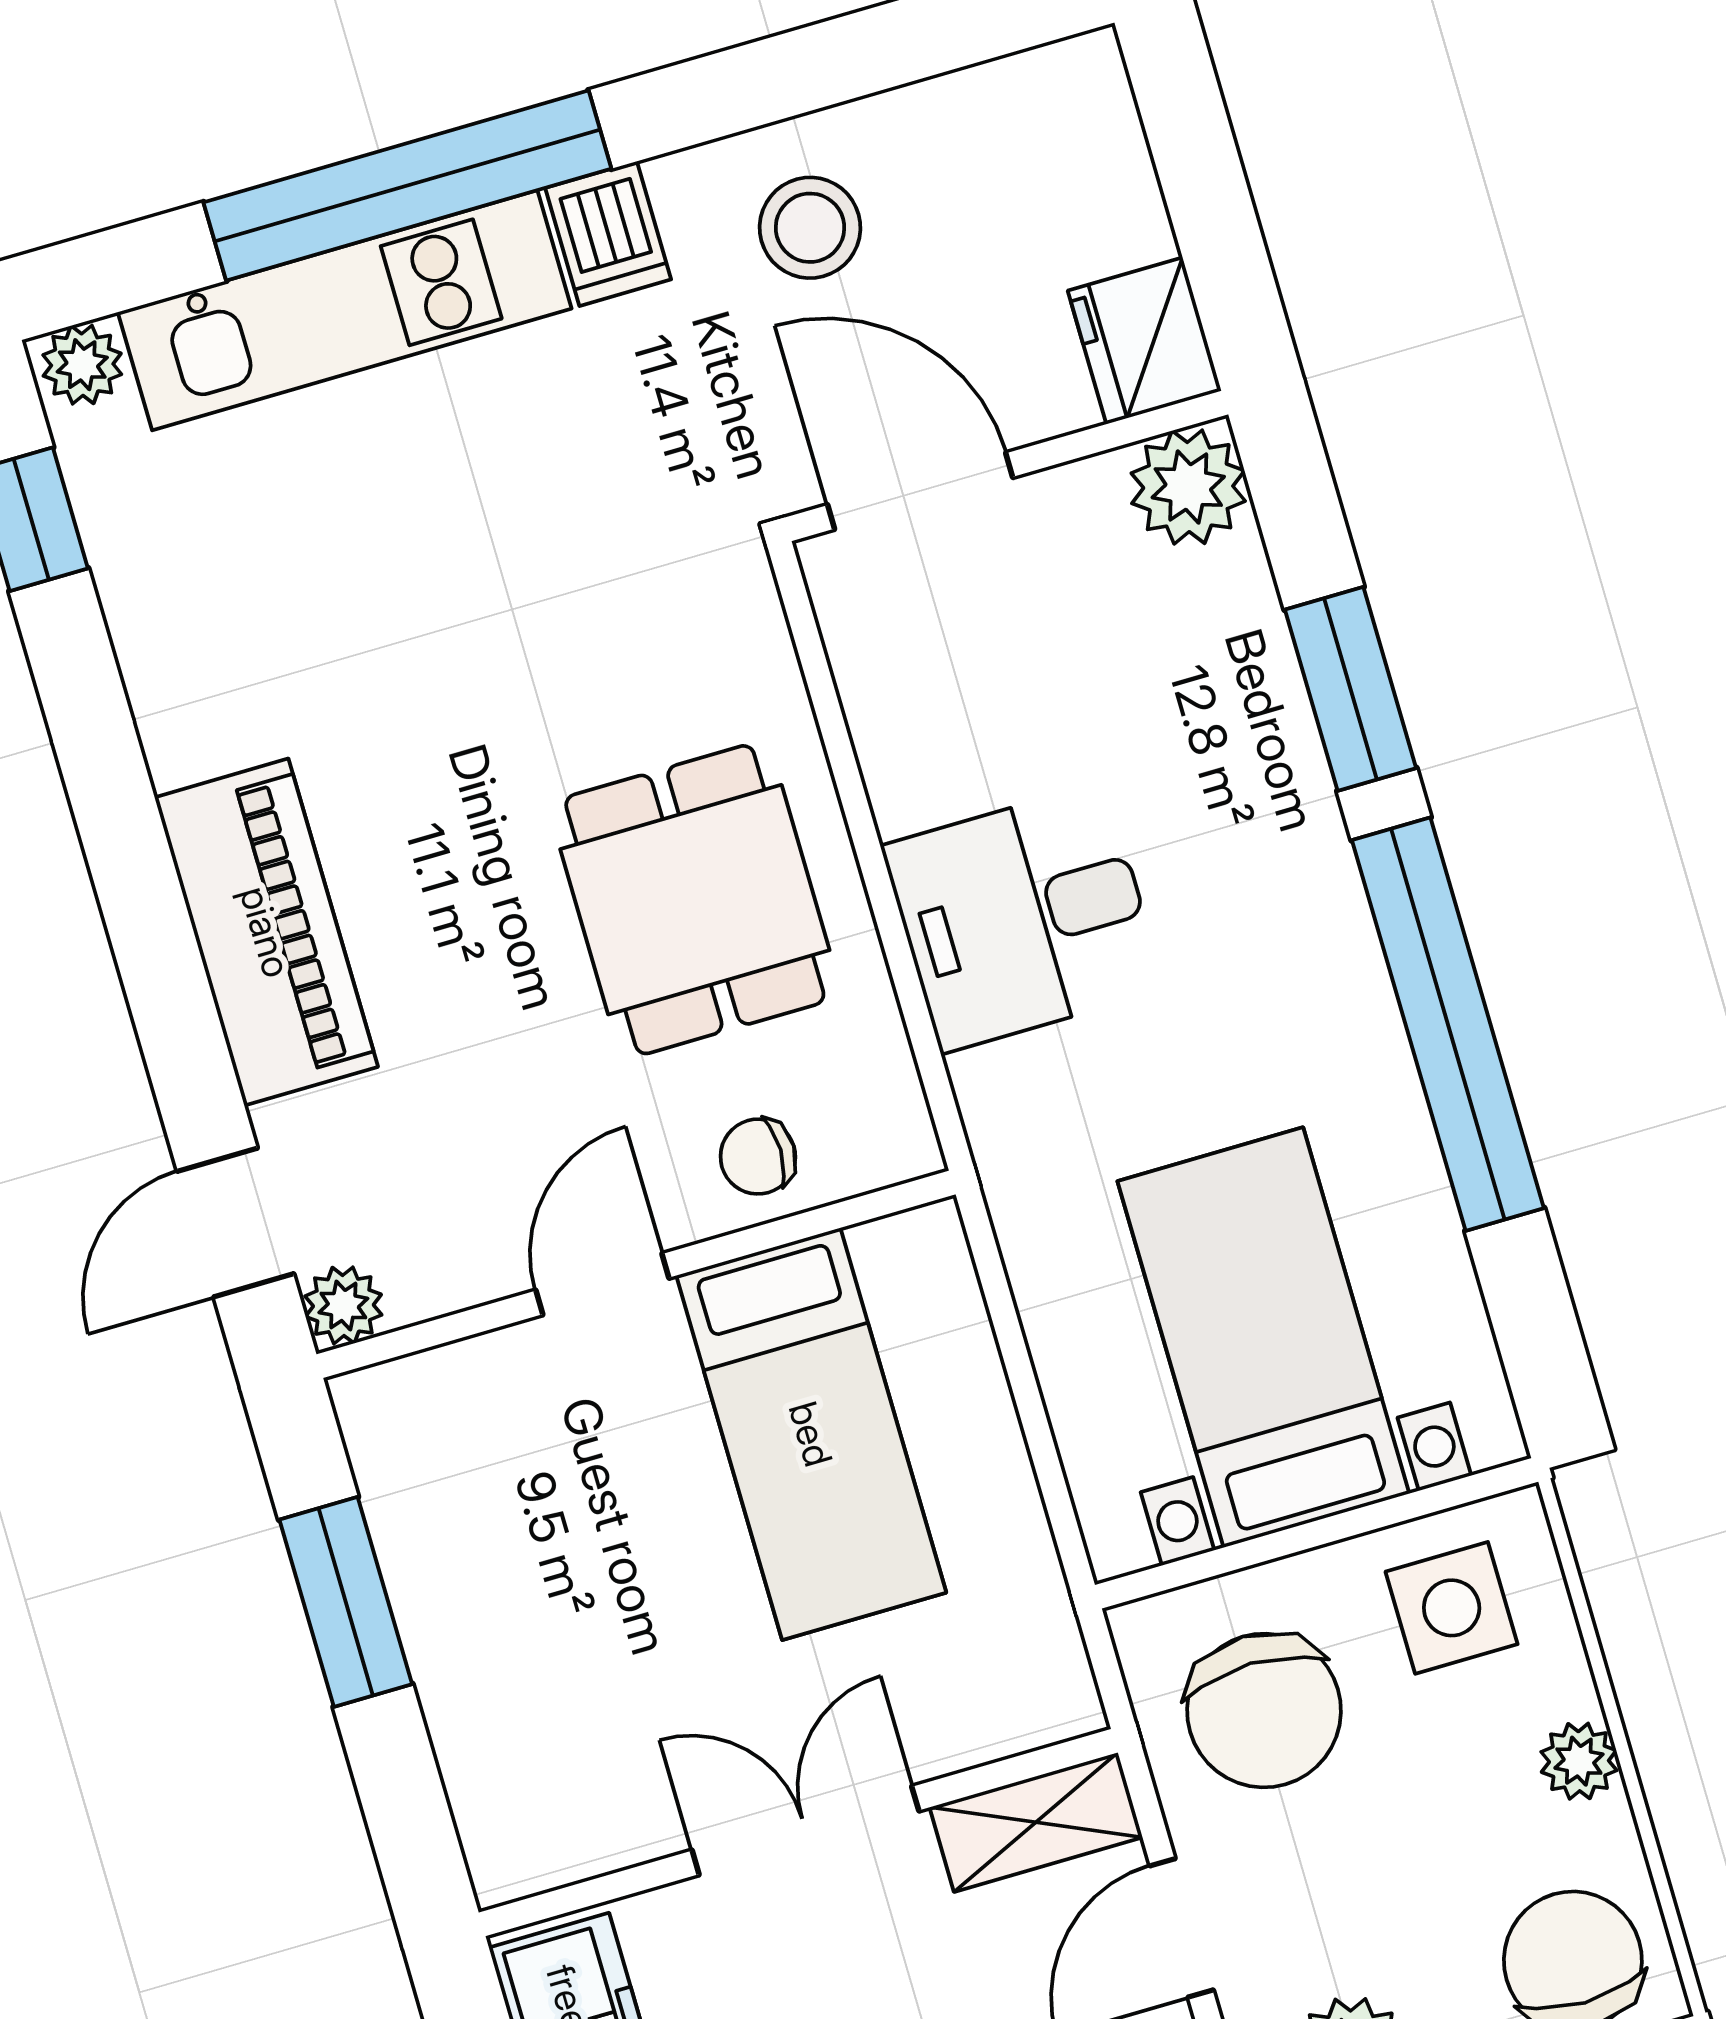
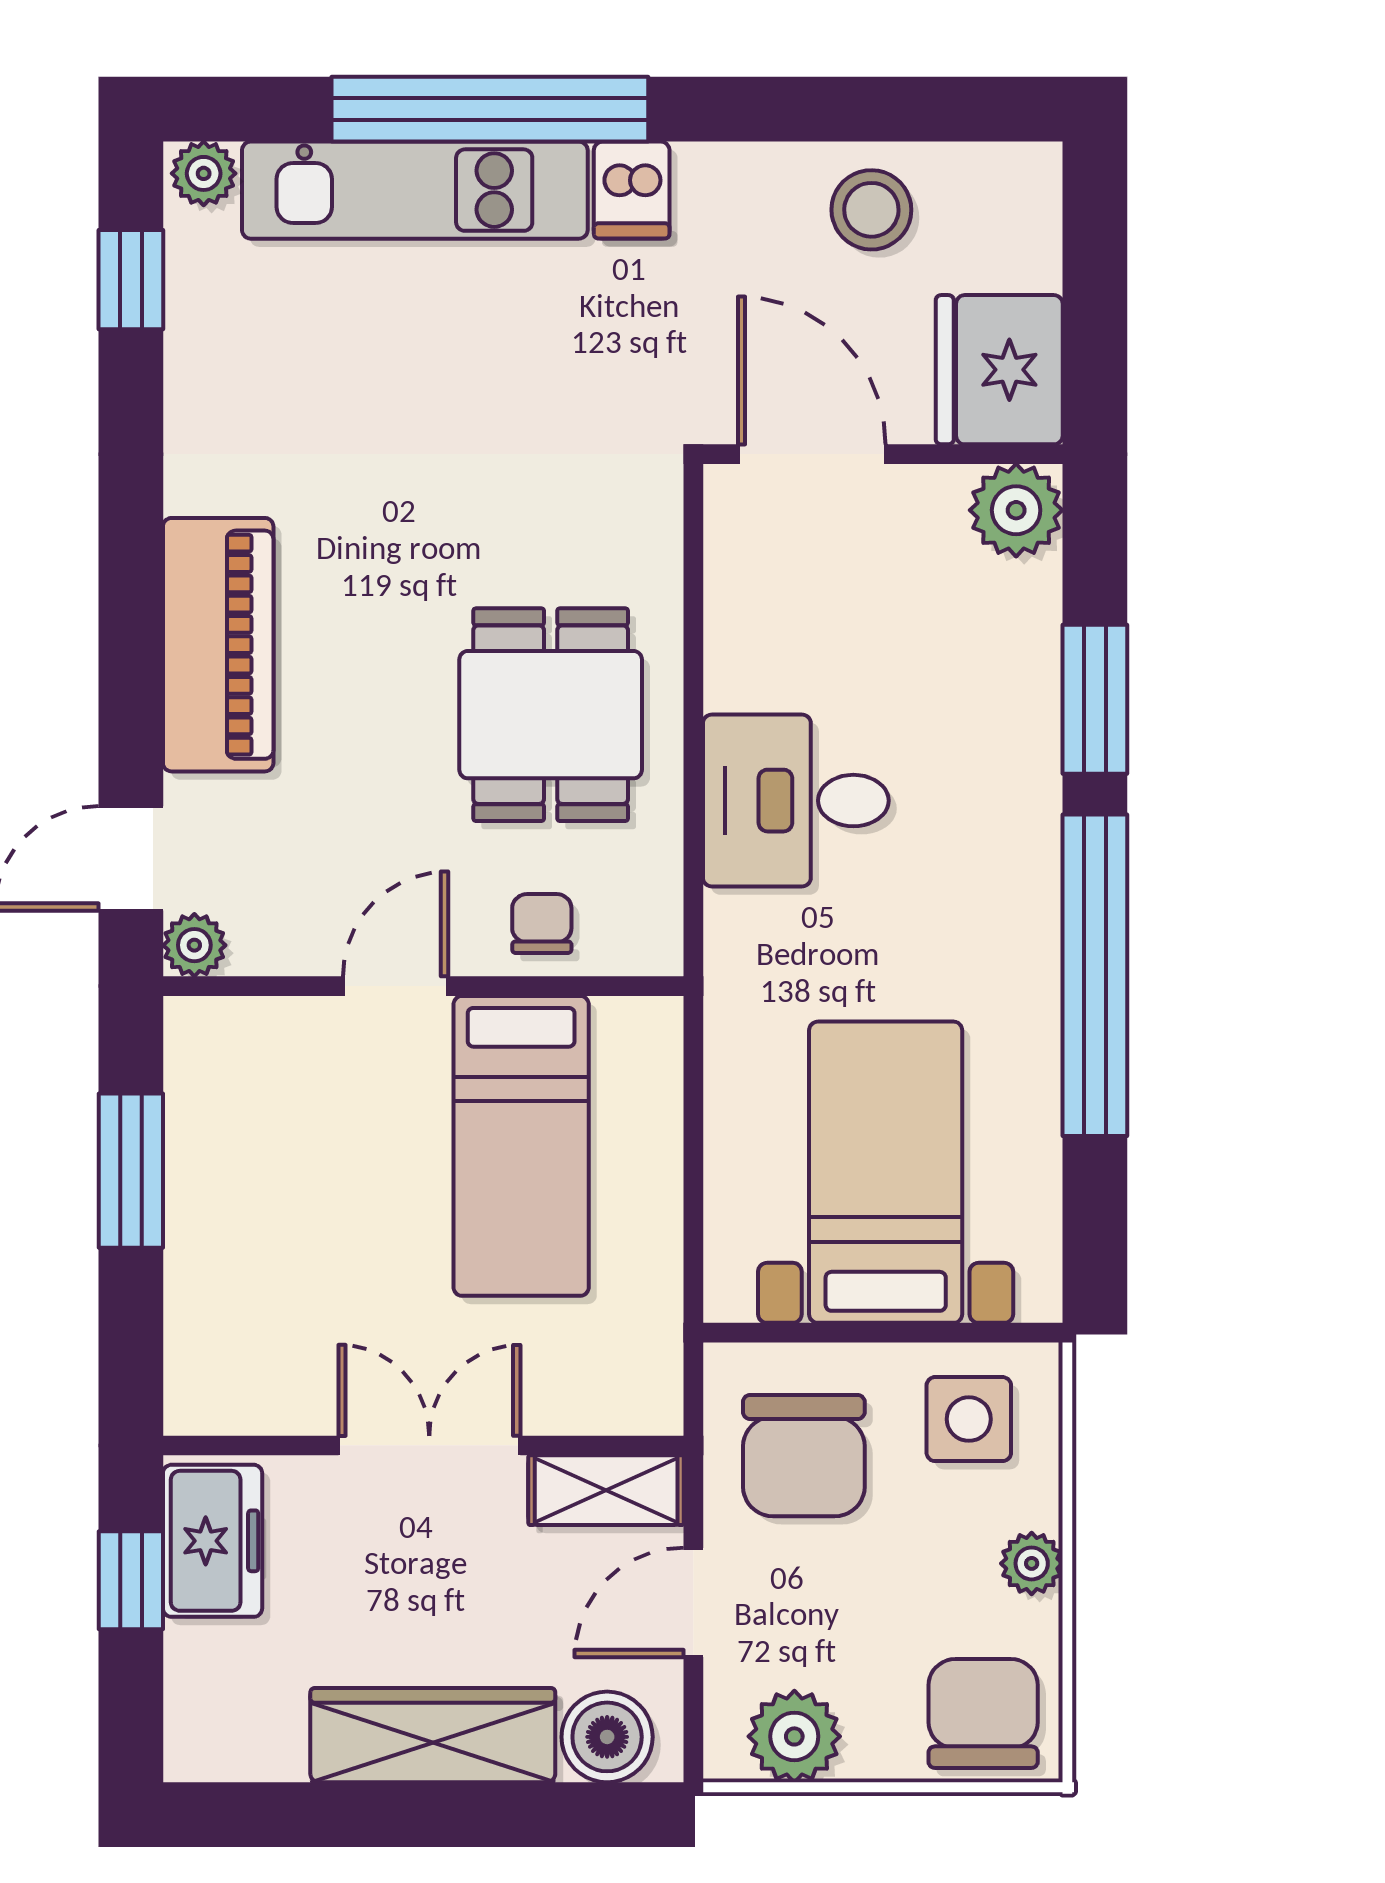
stool: (810, 228) -> (871, 210), moved
fridge: (1145, 341) -> (999, 370), width x1.36, depth x1.34
chair: (758, 1157) -> (542, 924), turned 90

